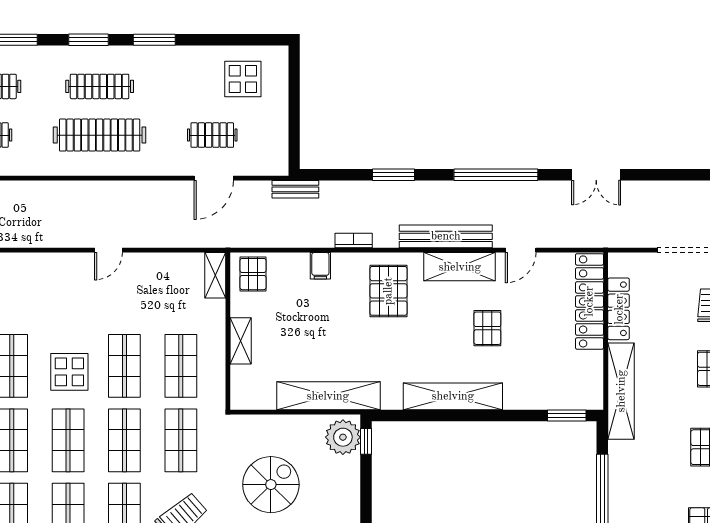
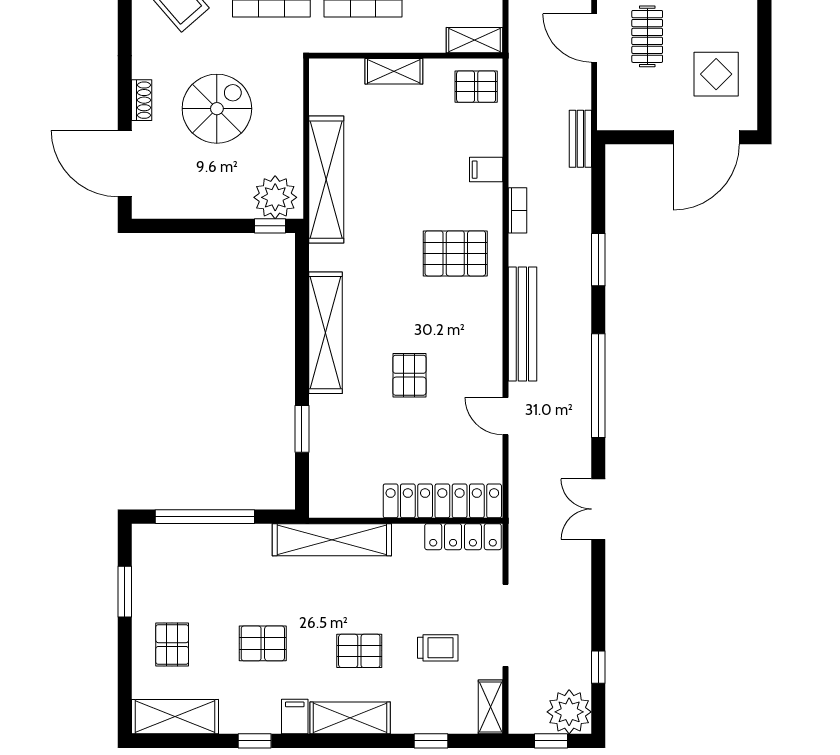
door: (294, 87) -> (706, 137), added
shelving: (460, 267) -> (485, 341), removed
locker: (619, 309) -> (463, 537), moved
pallet: (487, 328) -> (409, 375), turned 90
window: (567, 415) -> (302, 429), moved
spiral stairs: (271, 485) -> (217, 109), turned -90

